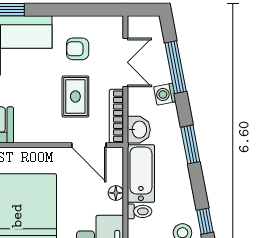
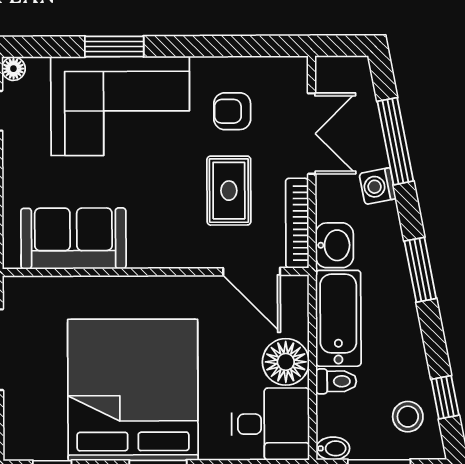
floor lamp: (116, 193) -> (286, 362), width x1.89, depth x1.89

